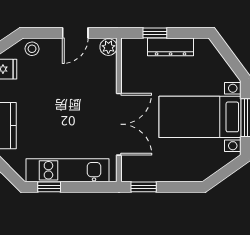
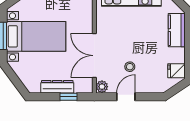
stool: (32, 49) -> (130, 67), moved
double door: (119, 124) -> (94, 56), moved

